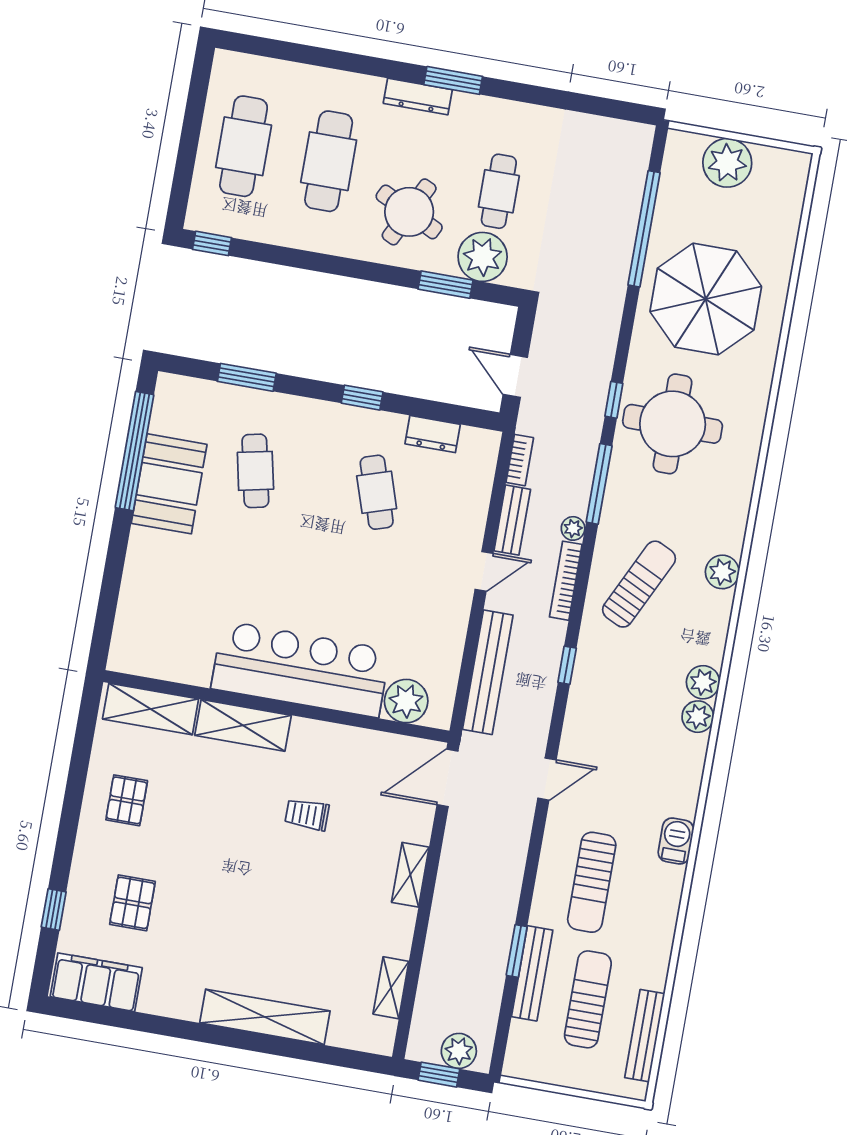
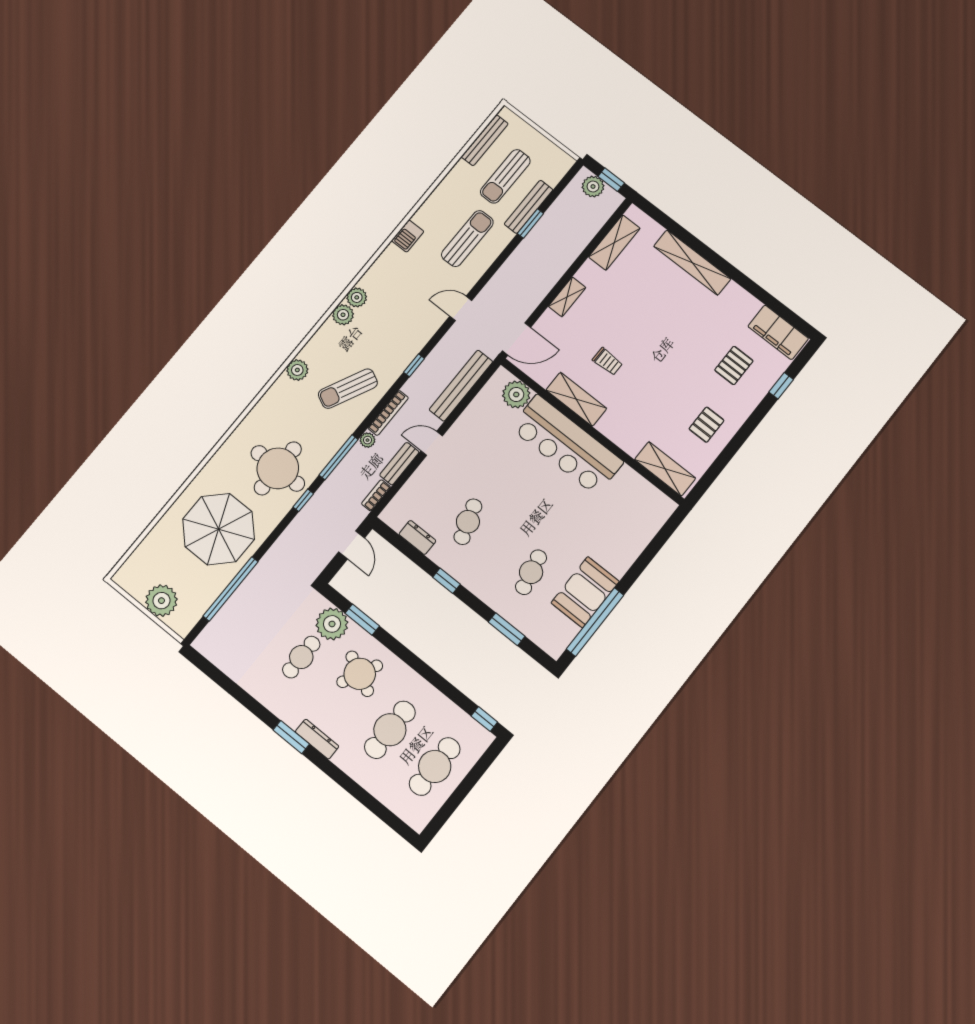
shelving: (243, 725) -> (576, 399), moved
shelving: (391, 988) -> (614, 243), width x1.50, depth x1.33

